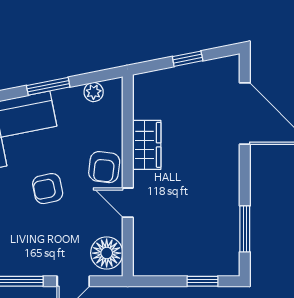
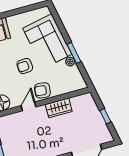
plant: (94, 92) -> (70, 62), moved
armchair: (48, 189) -> (25, 66), turned -83

